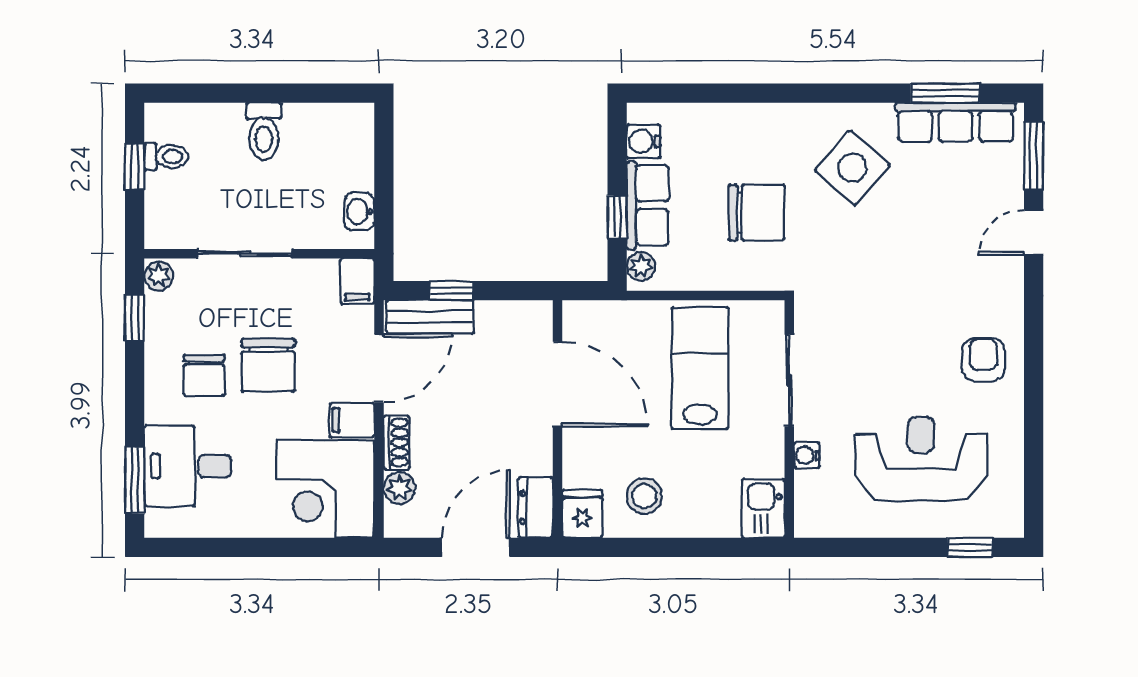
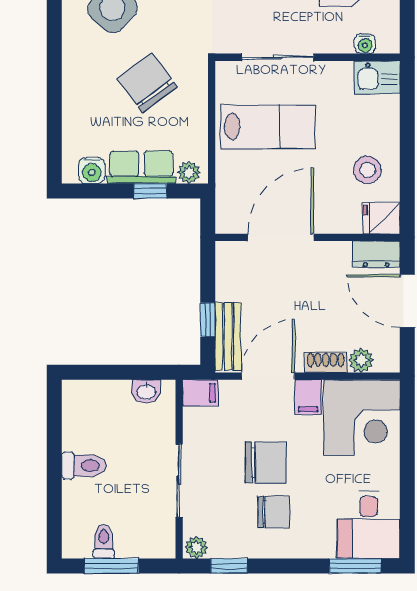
window: (135, 167) -> (111, 566), width x1.50
chair: (756, 213) -> (147, 83), turned -37
door: (379, 368) -> (268, 376), hinge flipped
lab bench: (700, 368) -> (268, 127), turned 180
water cooler: (807, 455) -> (365, 44), moved
desk: (188, 466) -> (369, 525), moved

